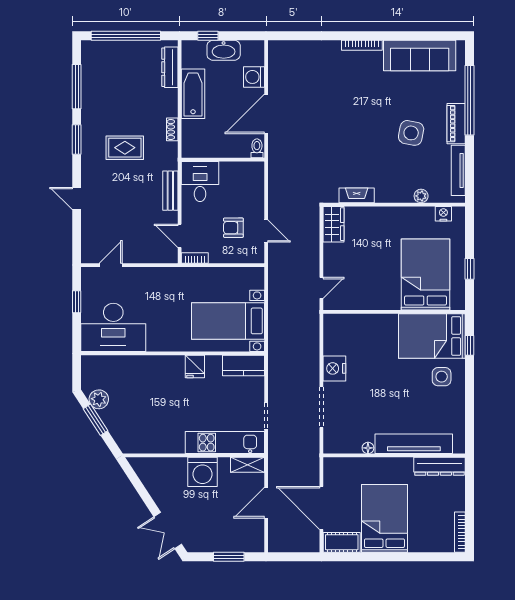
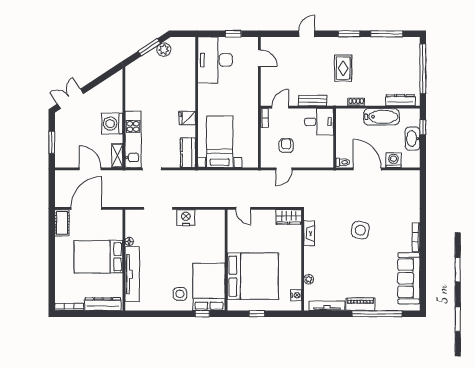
side table: (411, 133) -> (360, 230), moved
bed: (426, 274) -> (253, 276), width x1.36
dresser: (439, 466) -> (103, 304), moved, turned 90
bed: (384, 518) -> (98, 257), moved, turned 180

